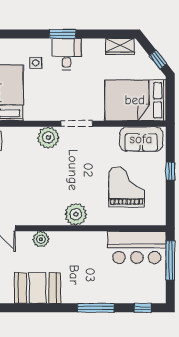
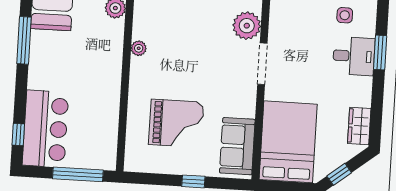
plant: (76, 214) -> (139, 48), width x0.53, depth x0.53
bar counter: (137, 247) -> (45, 129), moved, turned 180
window: (96, 308) -> (24, 40), moved

